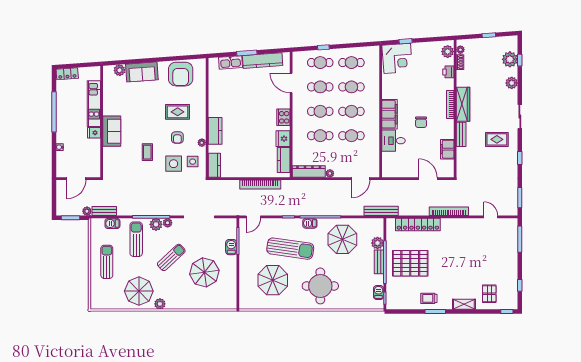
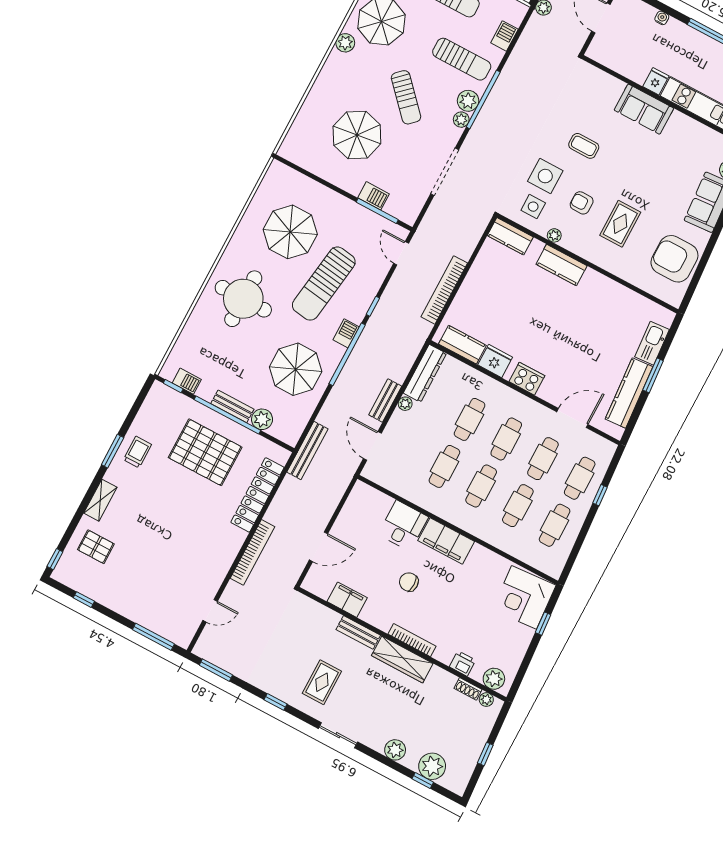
bench: (104, 211) -> (385, 400), moved
pallet: (410, 263) -> (205, 452), turned 90

